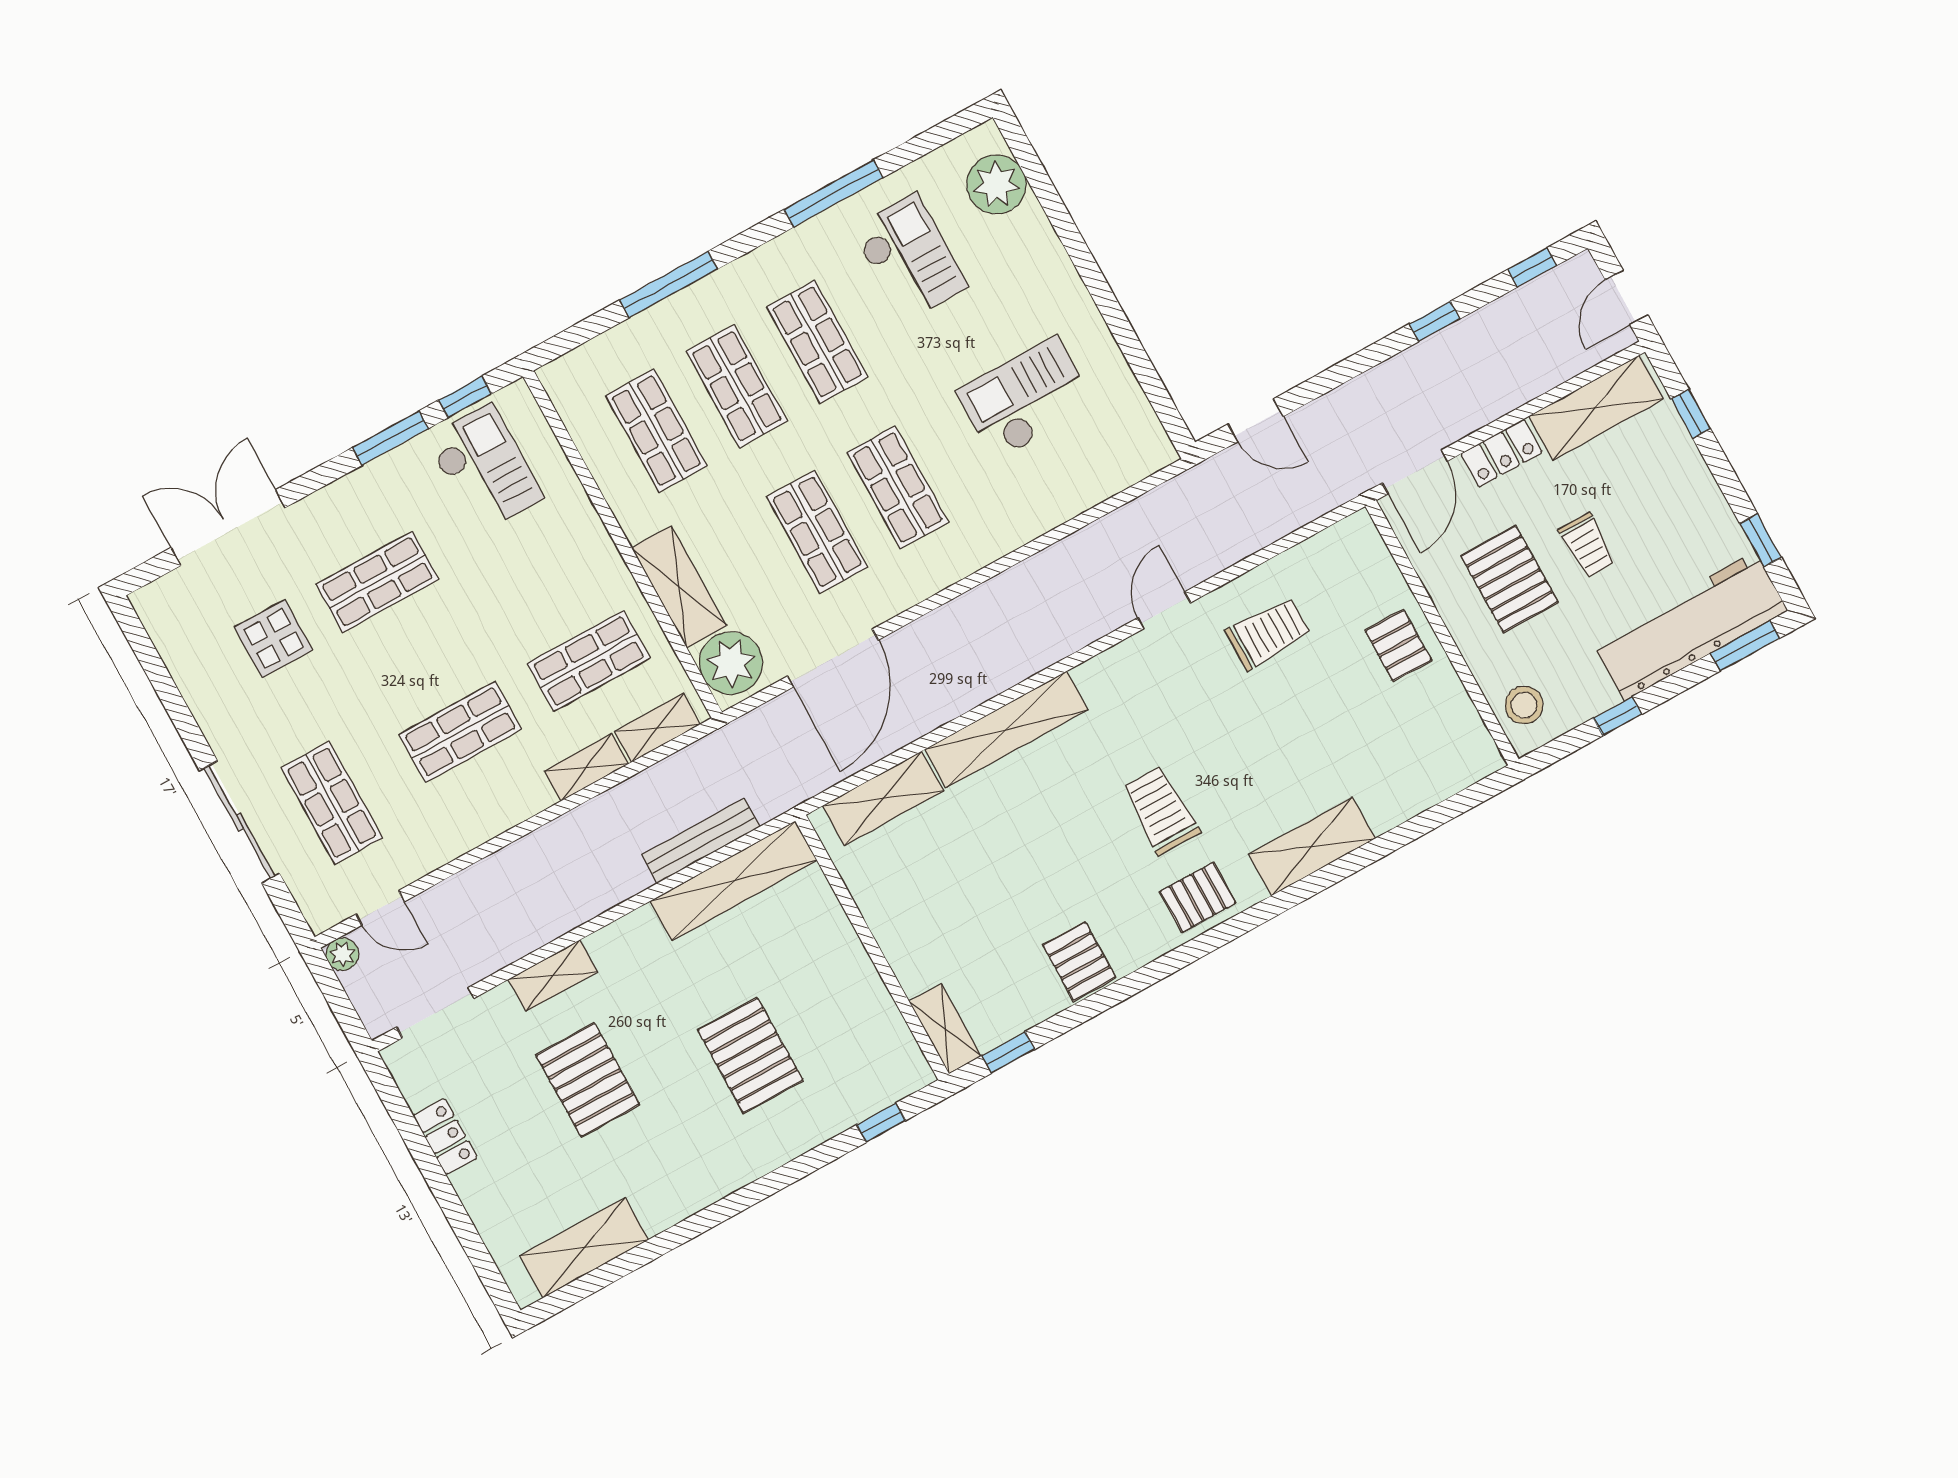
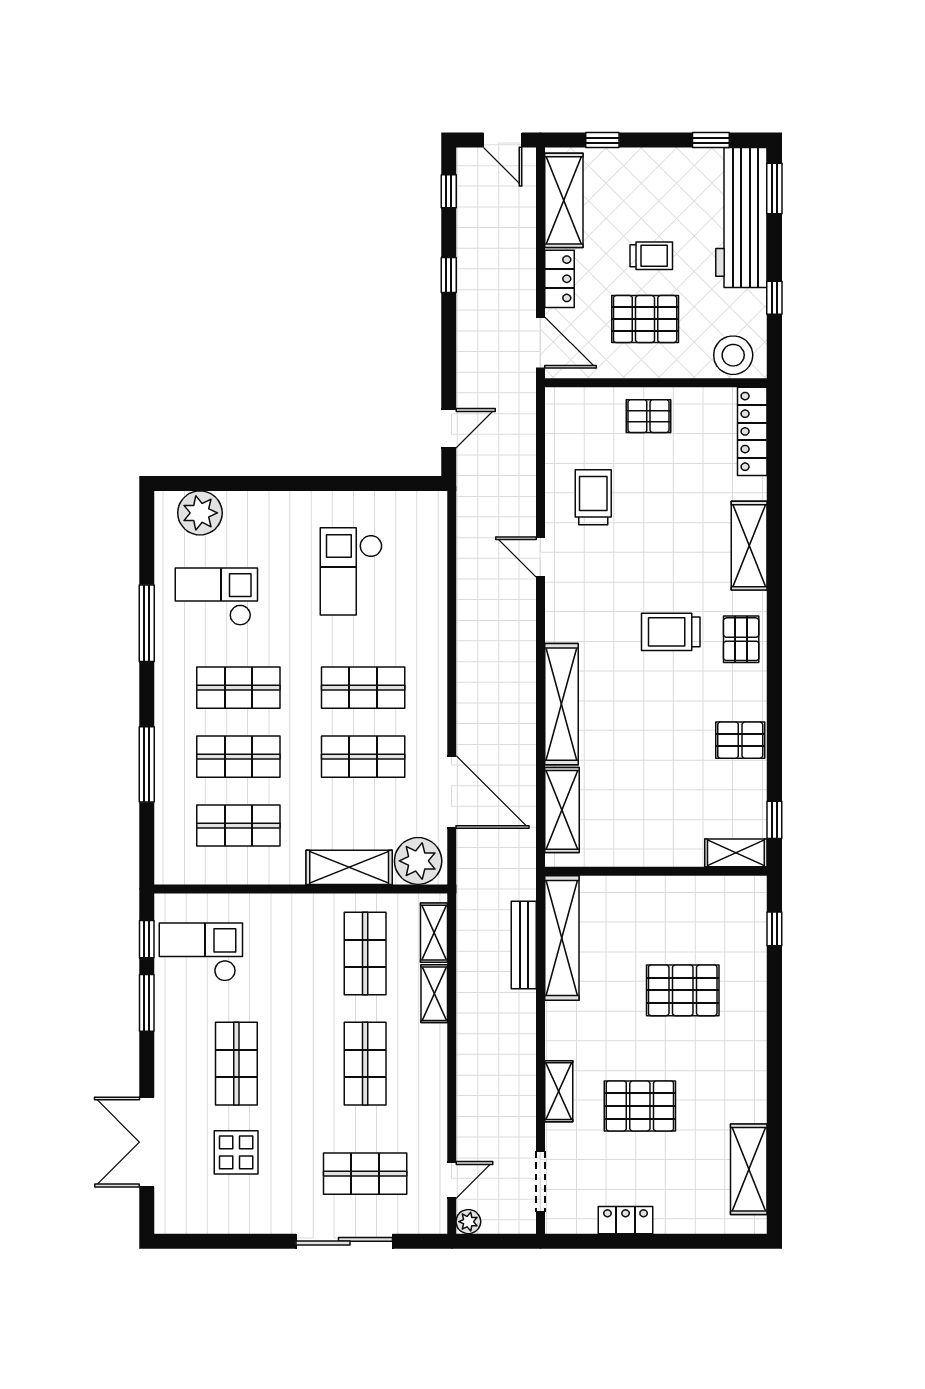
stool: (1524, 705) -> (733, 355), width x1.38, depth x1.38
locker: (1447, 777) -> (752, 431), added

